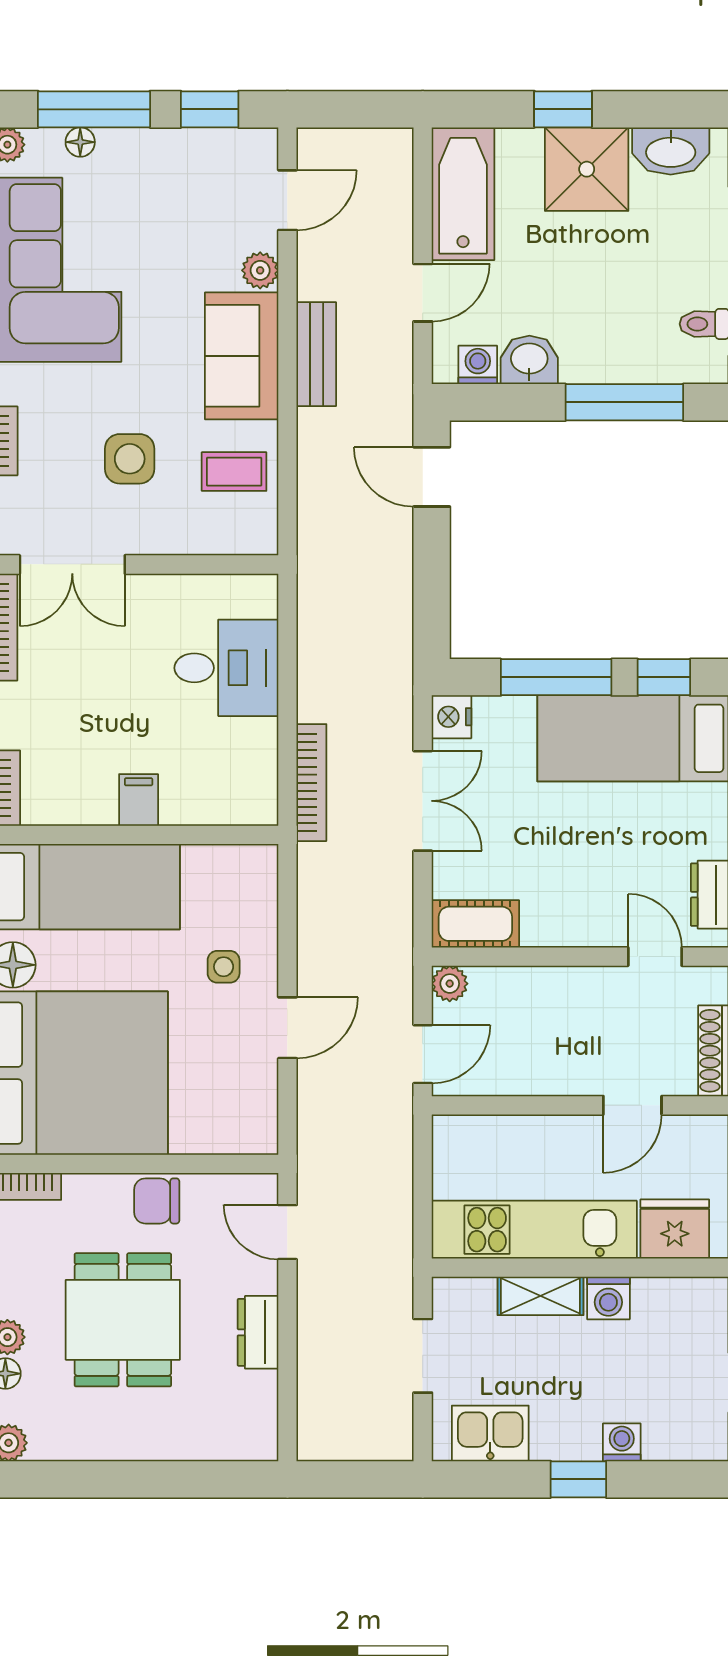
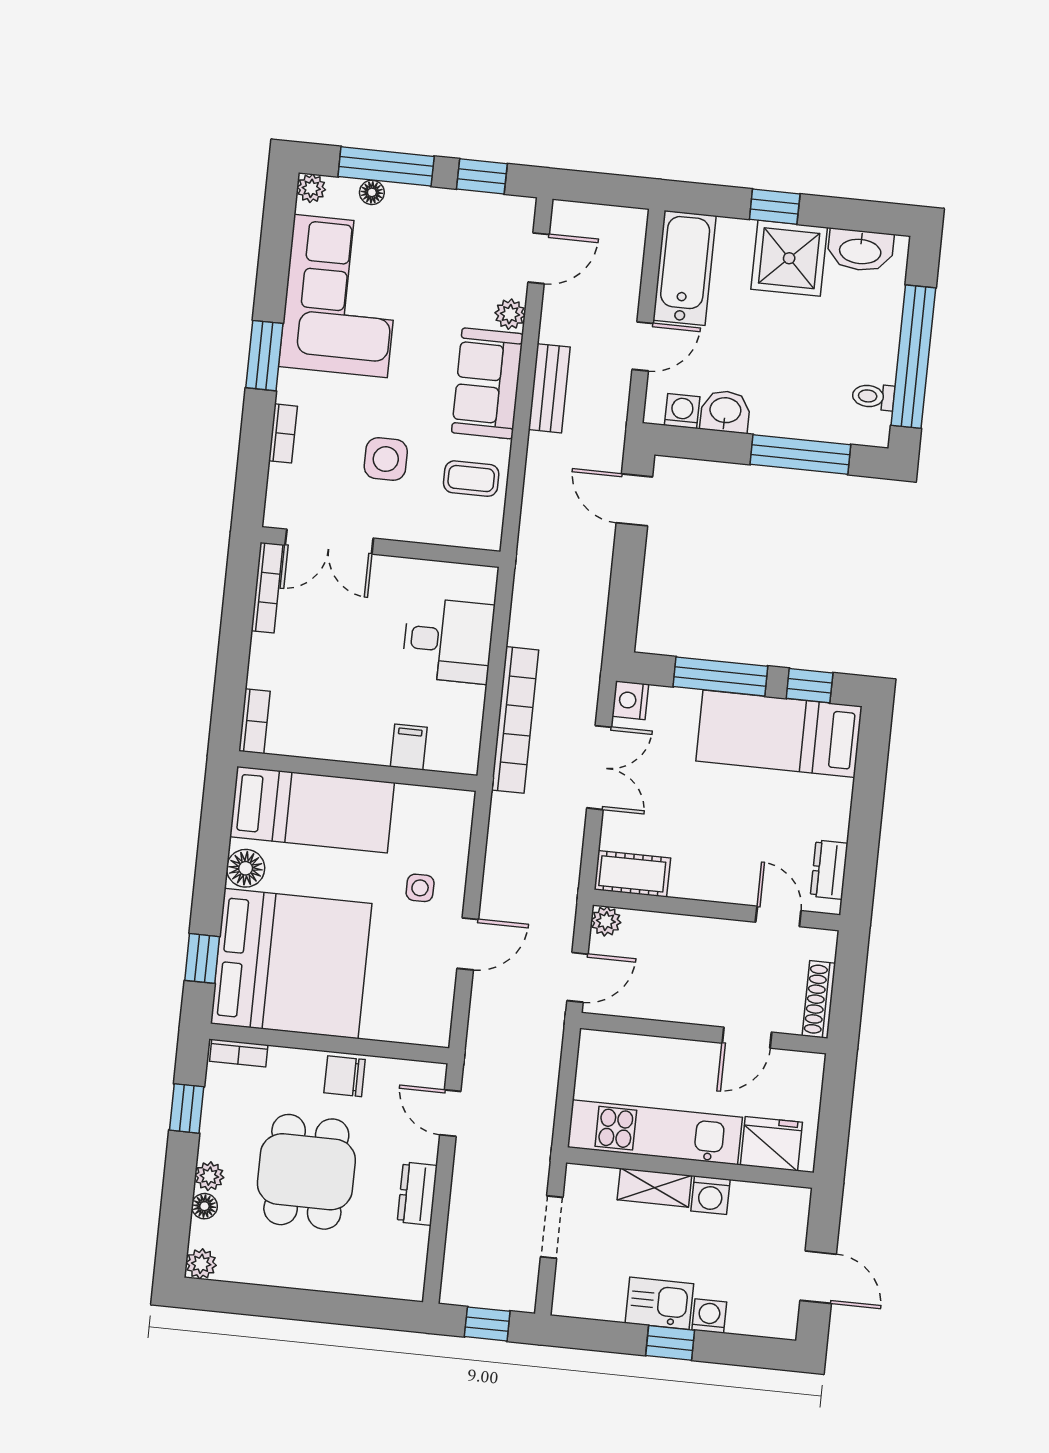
bookcase: (311, 783) -> (515, 720), width x1.48, depth x1.31
filing cabinet: (139, 800) -> (409, 747), moved
kitchen sink: (490, 1433) -> (659, 1303), moved
window: (358, 1479) -> (487, 1324), added

